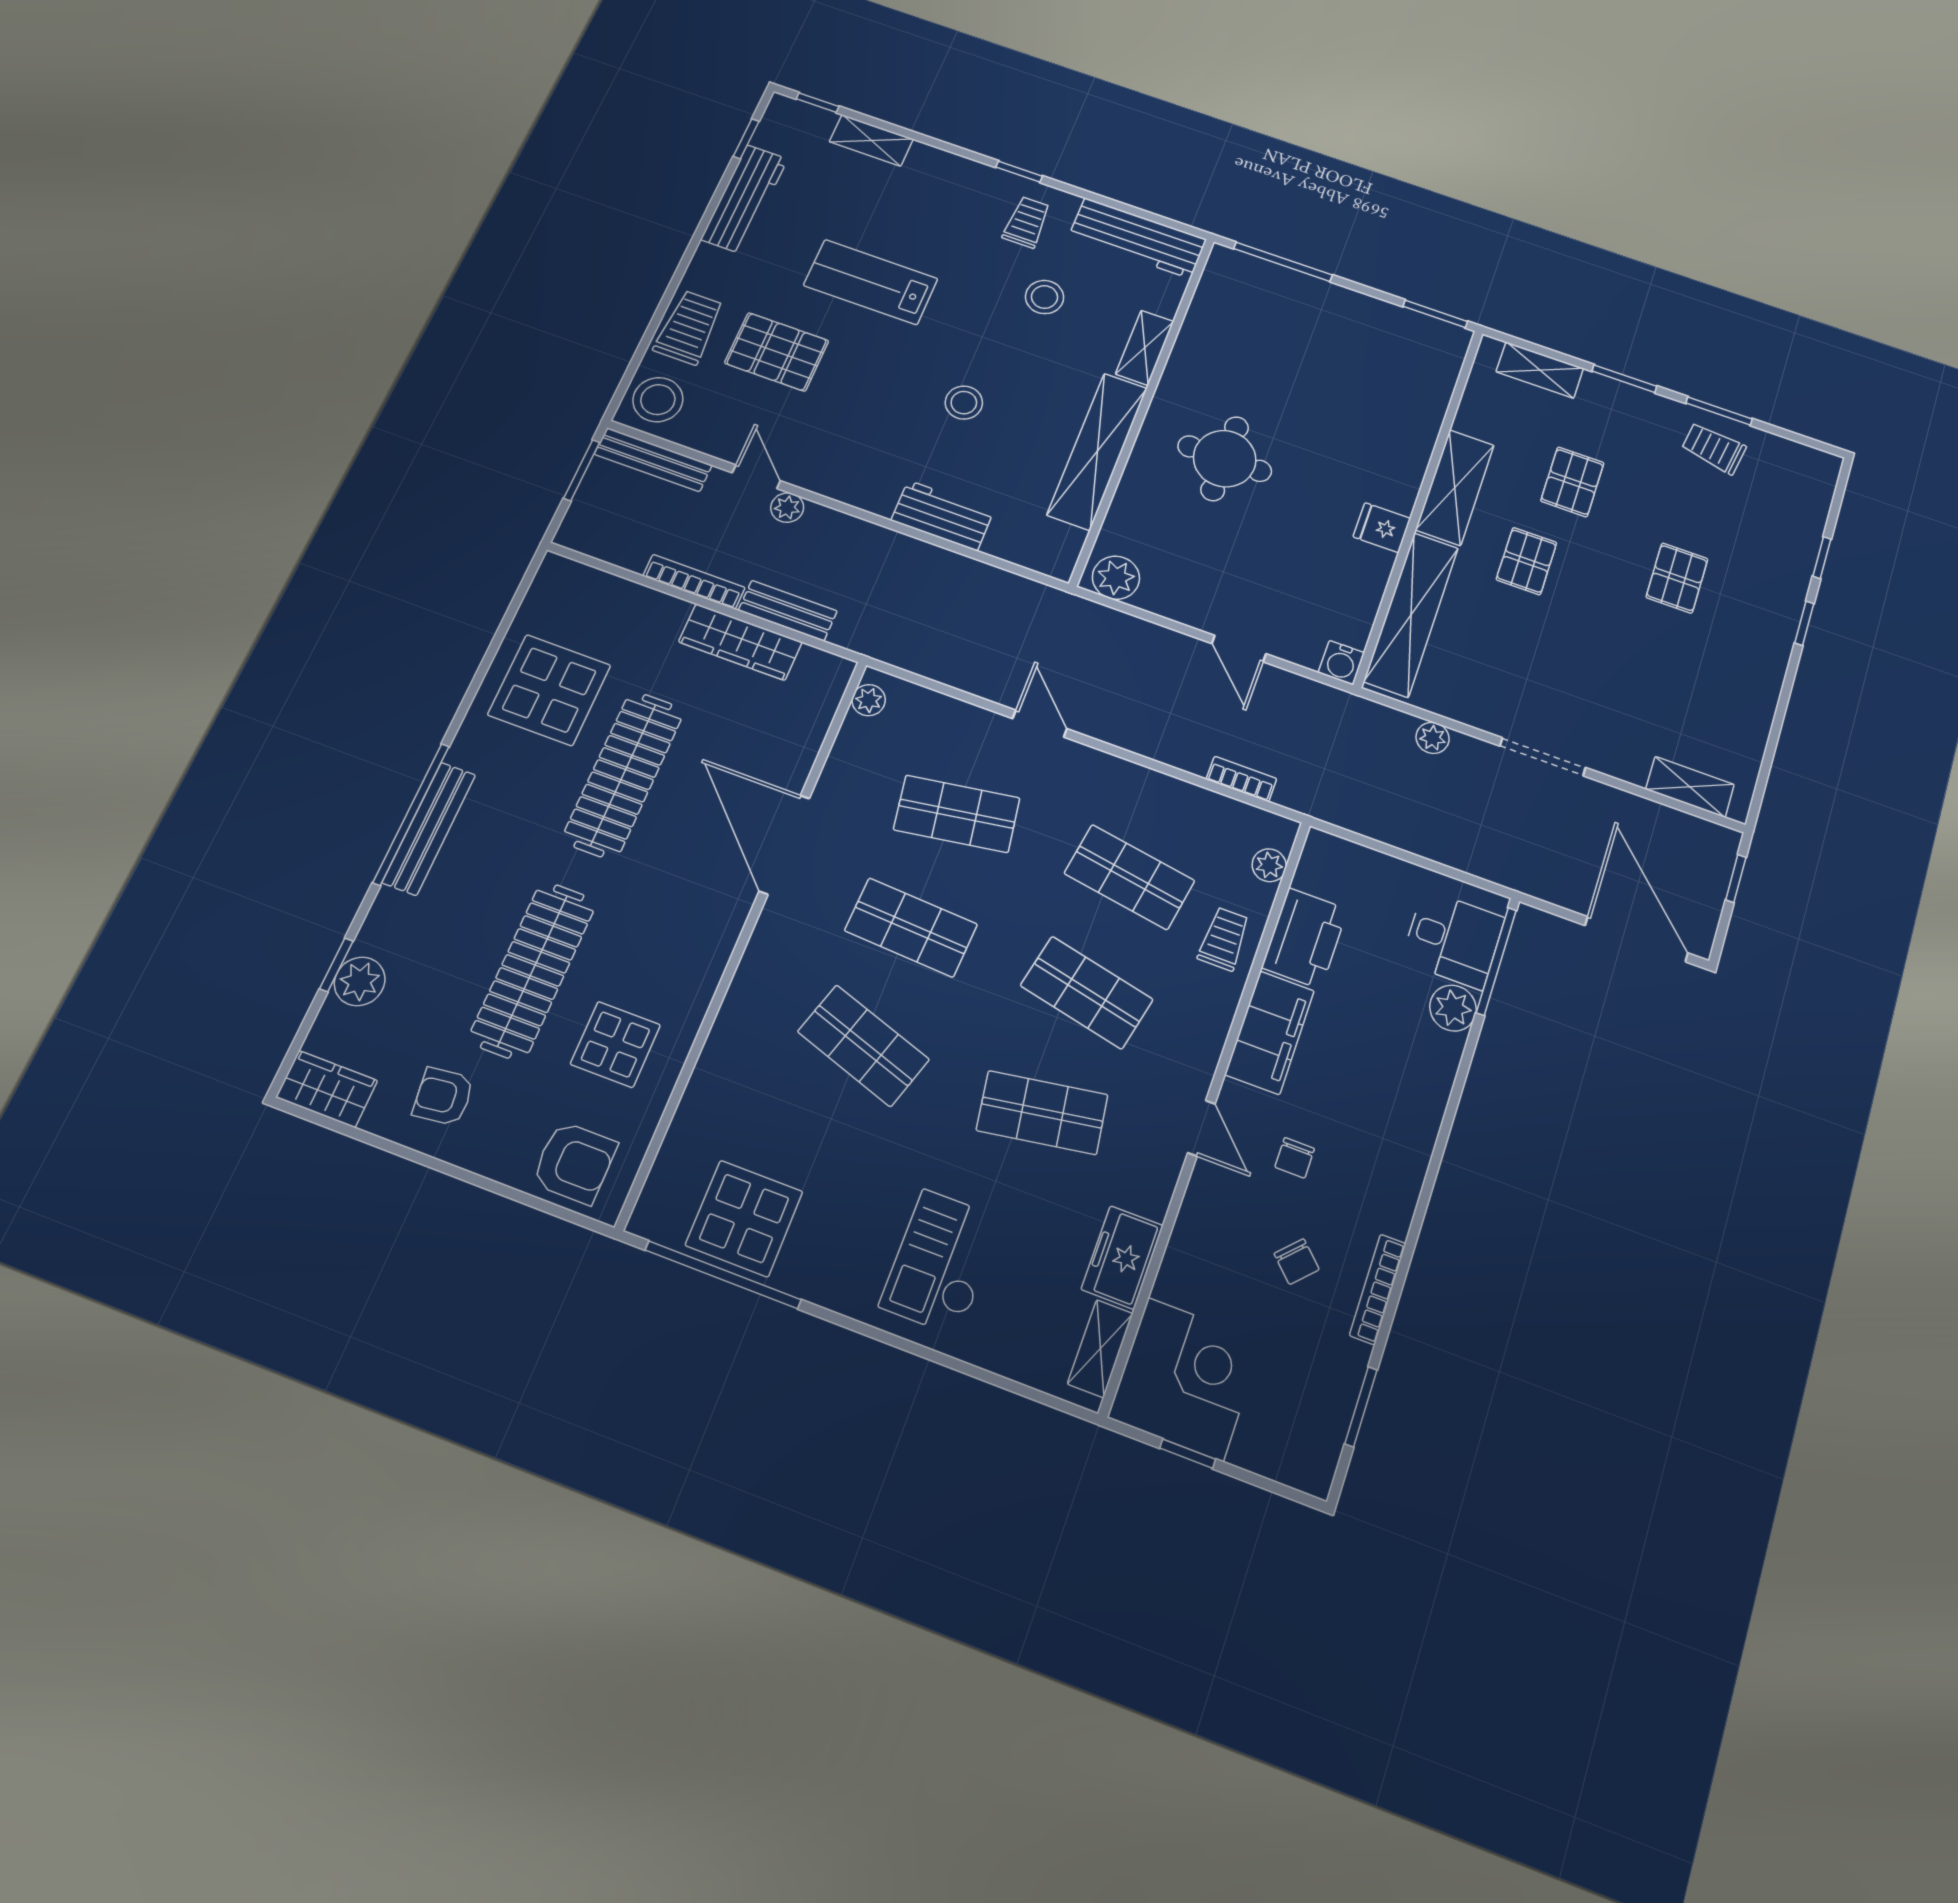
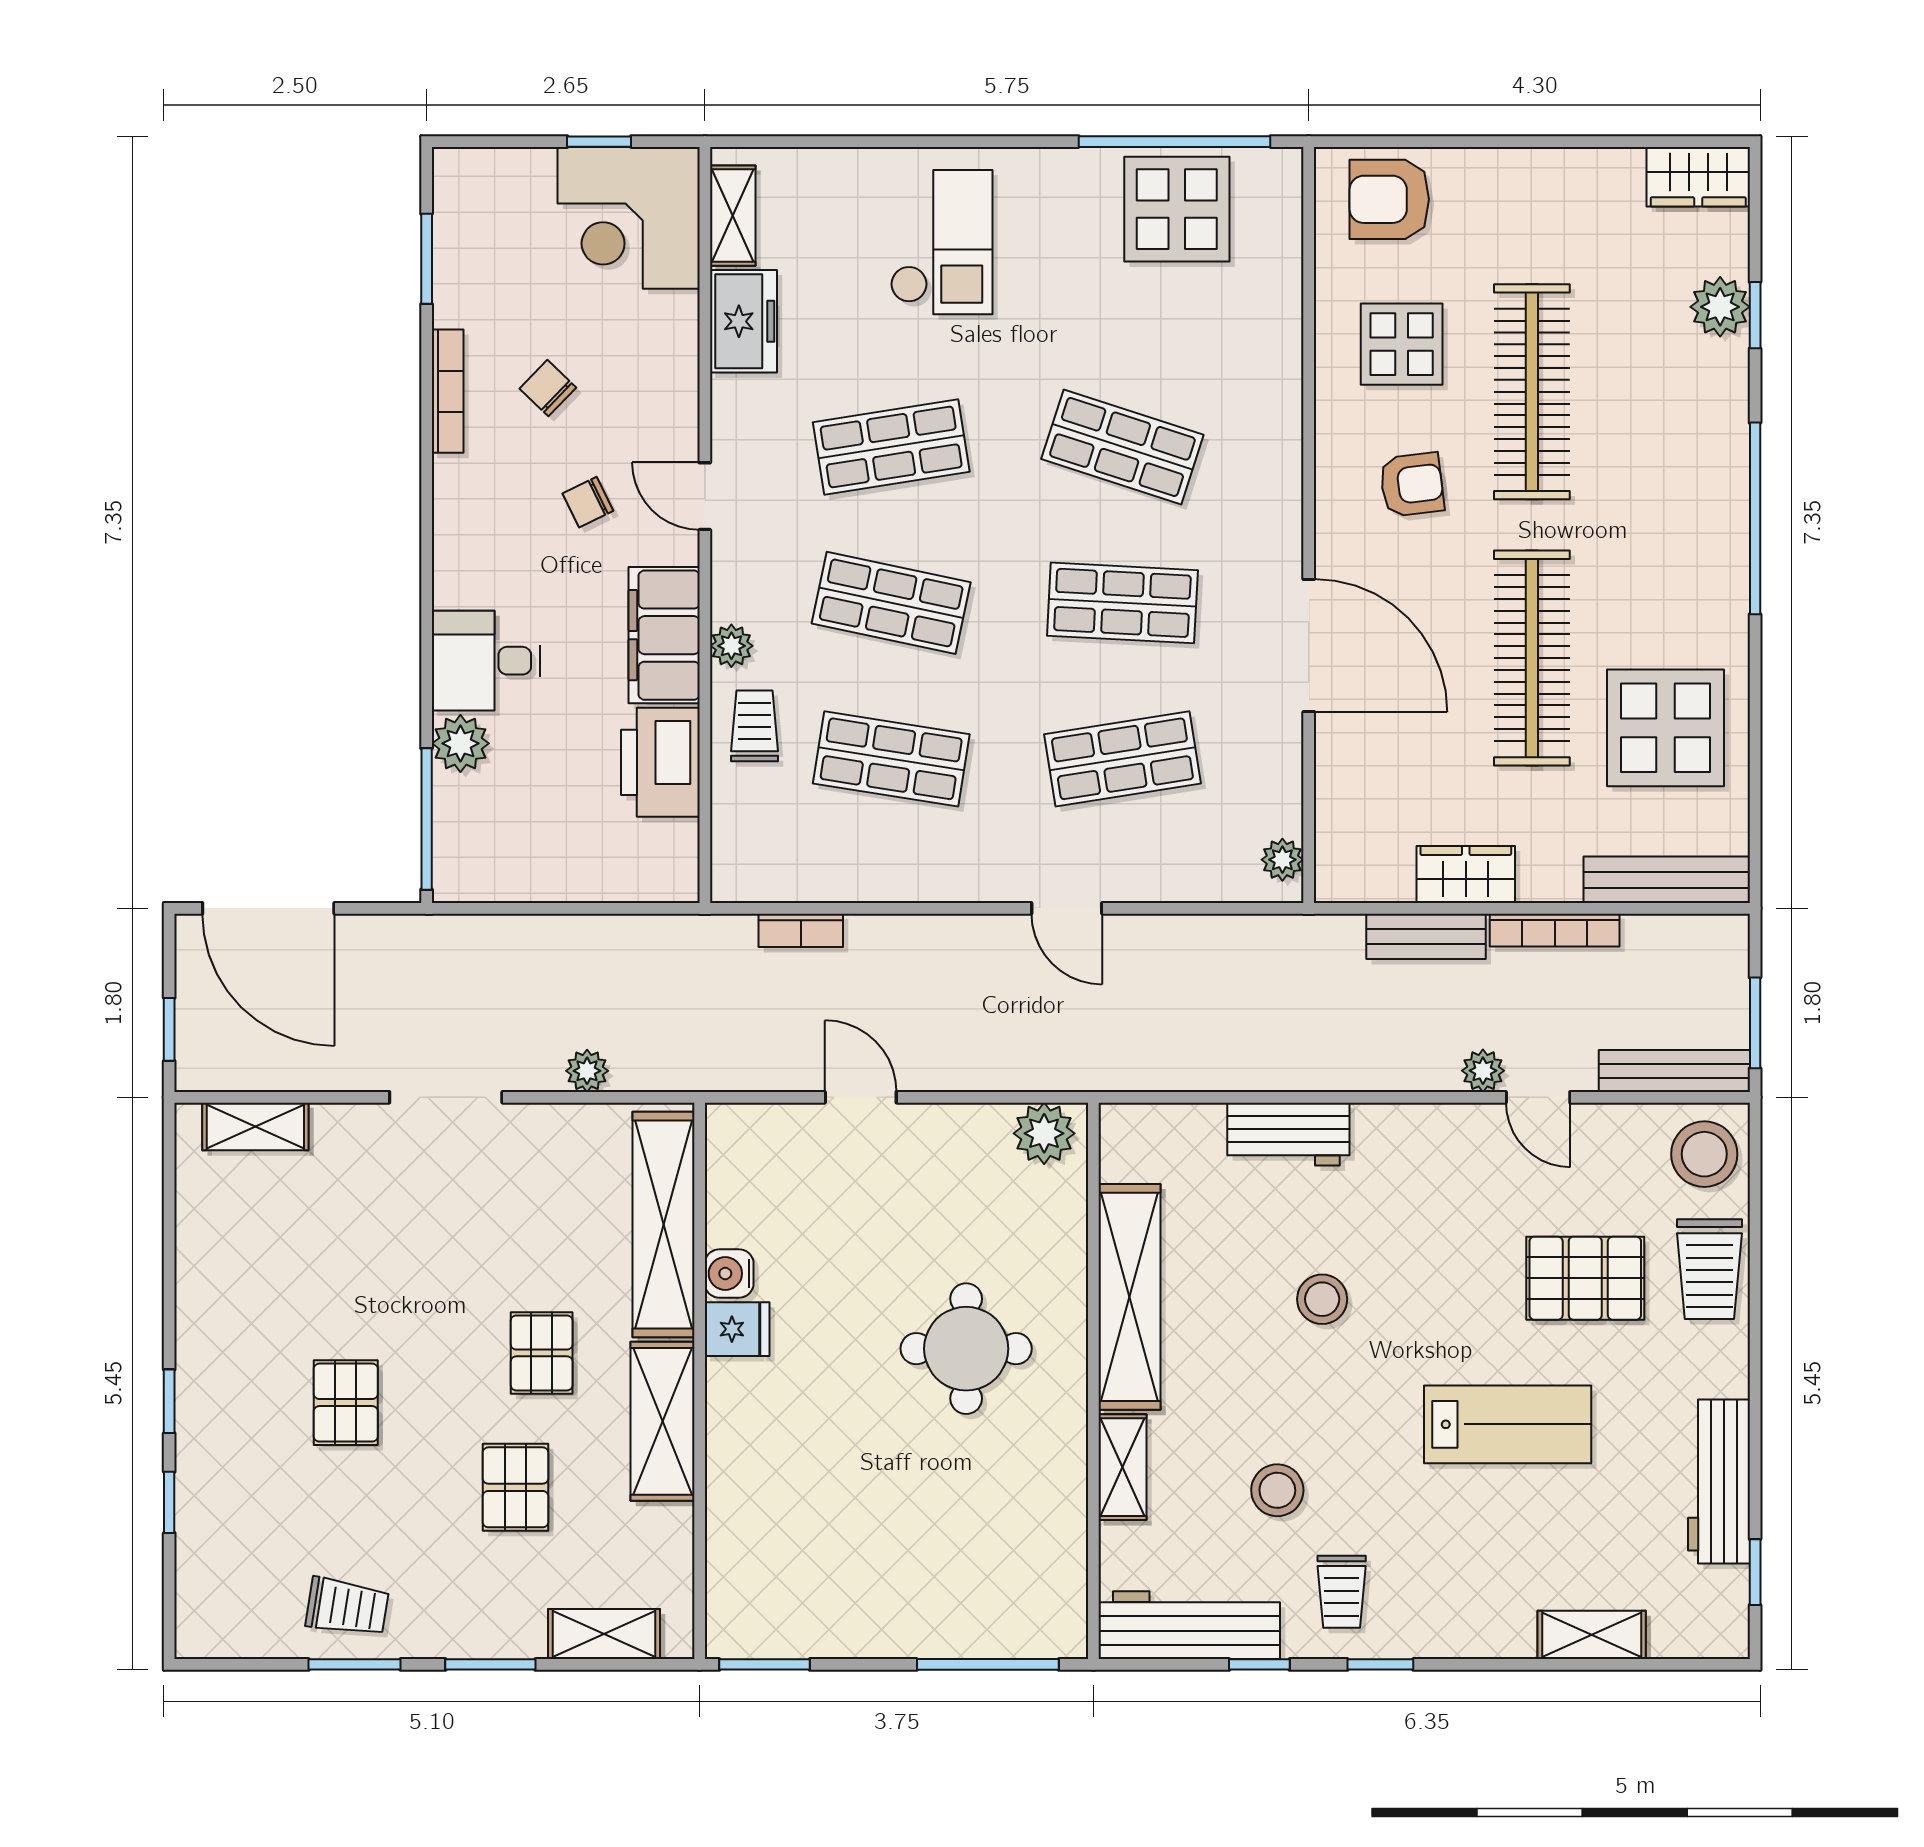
window: (818, 103) -> (1259, 1664), moved
wardrobe: (740, 642) -> (1466, 874), width x0.67
water cooler: (1341, 663) -> (729, 1273), moved, turned -90
bench: (429, 828) -> (1667, 880), moved, turned 90
plant: (1269, 865) -> (731, 646), moved
trolley: (1224, 939) -> (755, 726), turned 180
desk: (1453, 939) -> (486, 661), moved
armchair: (443, 1097) -> (1412, 485), moved
chair: (1295, 1158) -> (588, 502), turned -116

